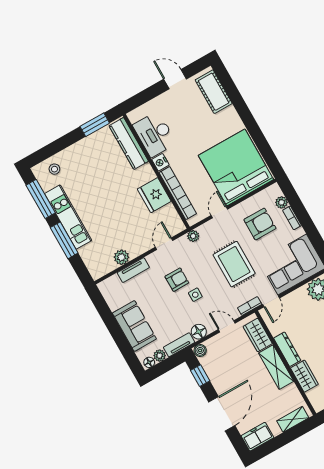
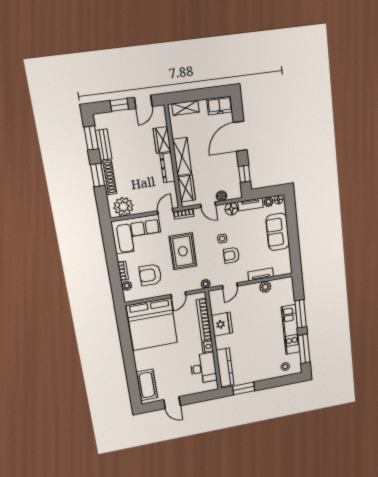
boiler: (200, 350) -> (221, 196), moved

